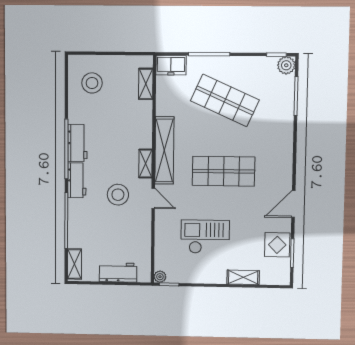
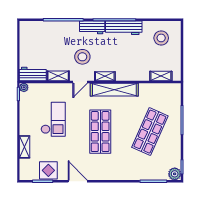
freezer: (171, 65) -> (174, 94), removed
workbench: (77, 143) -> (124, 28), width x1.38
shelving: (75, 264) -> (58, 76), moved
workbench: (118, 272) -> (33, 74), moved, turned -90

